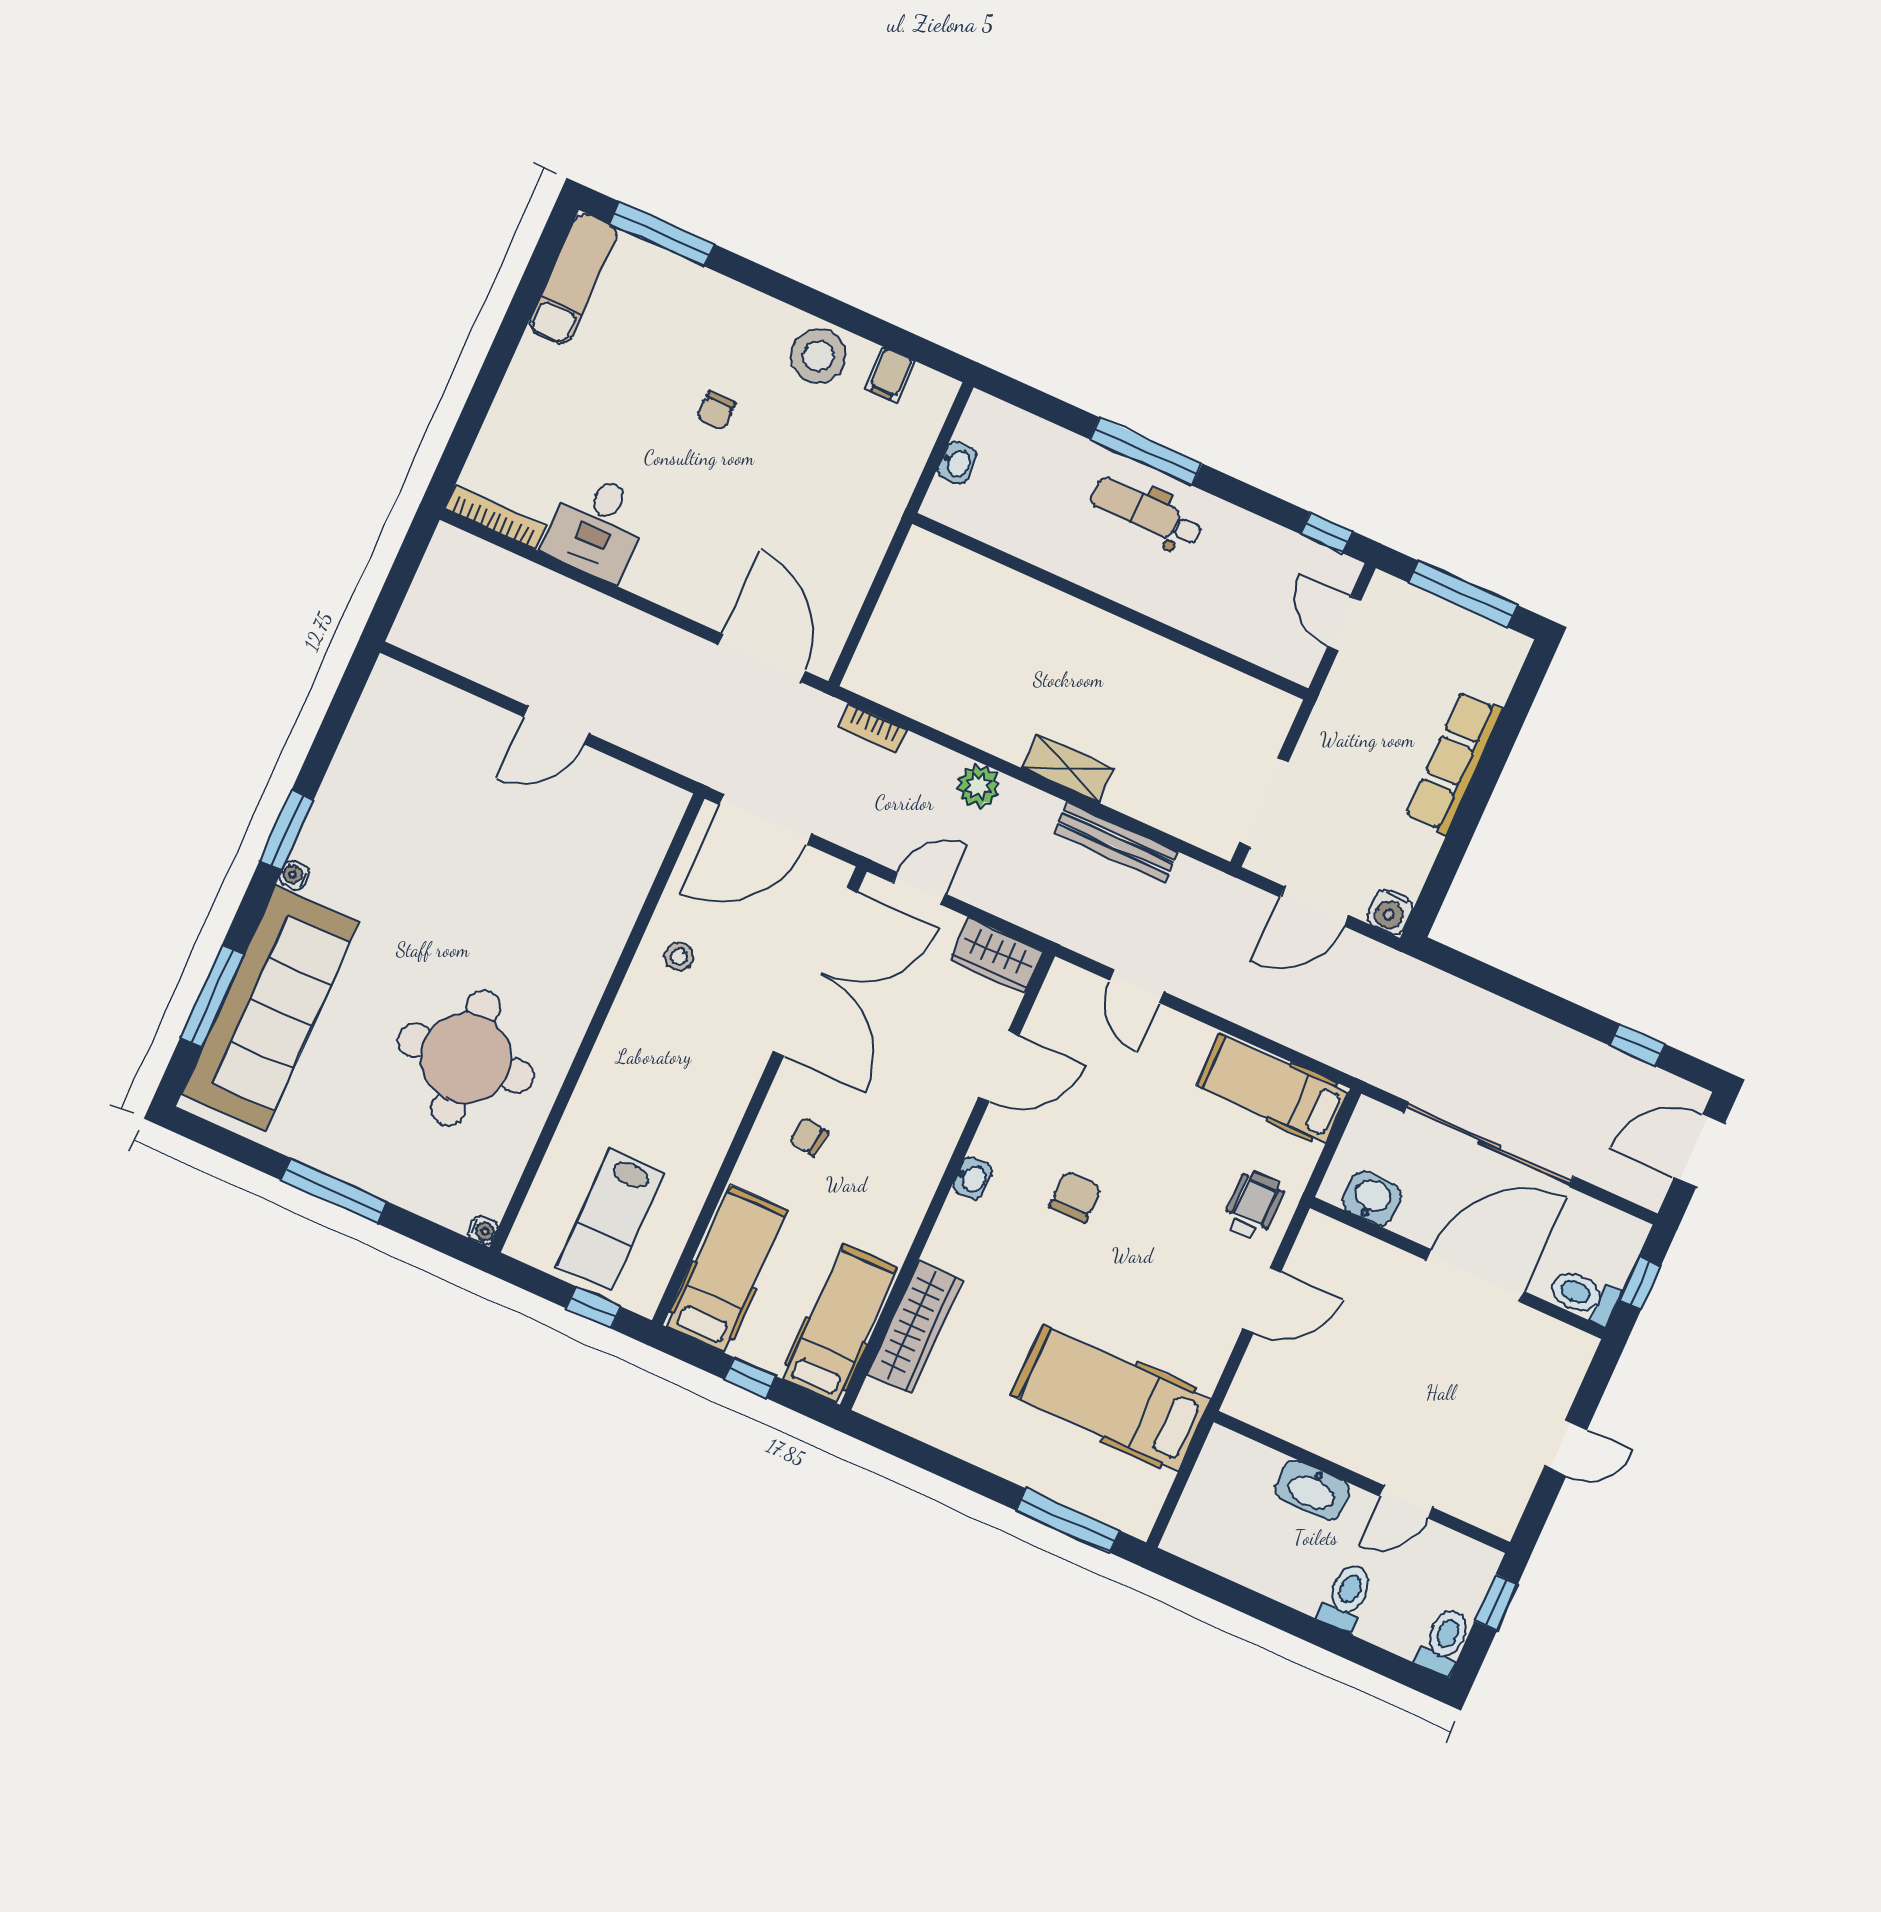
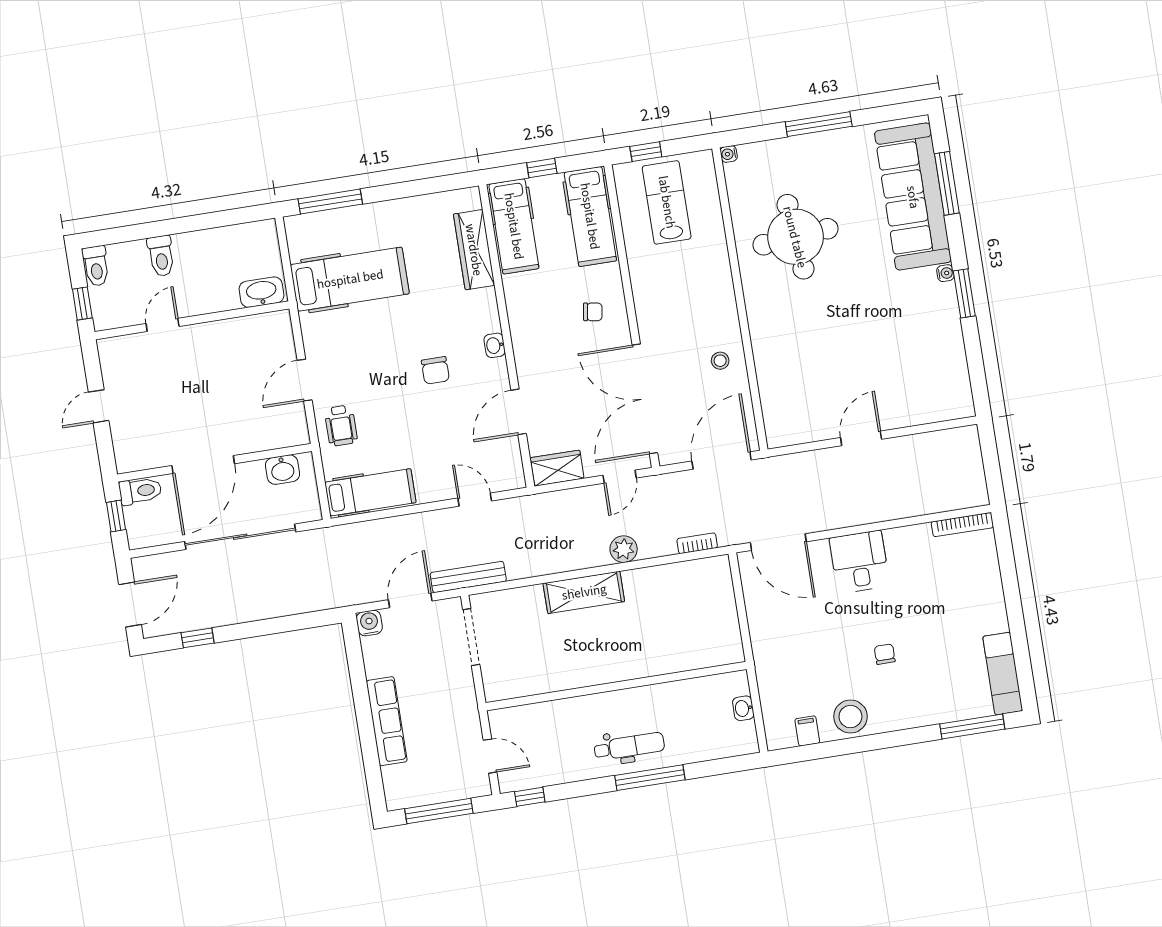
desk: (596, 526) -> (859, 562), moved
shelving: (1068, 768) -> (584, 592), width x1.50, depth x1.33
bench: (1116, 842) -> (468, 577), moved
washbasin: (1312, 1490) -> (261, 292), moved

